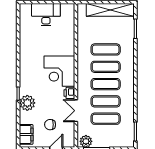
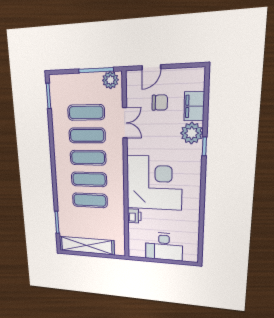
corner desk: (59, 71) -> (154, 183), width x1.36, depth x1.36
printer: (69, 93) -> (134, 216), moved
filing cabinet: (26, 134) -> (194, 106), moved

